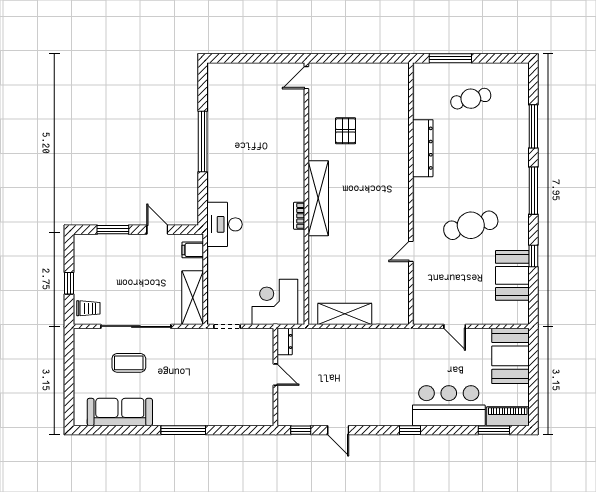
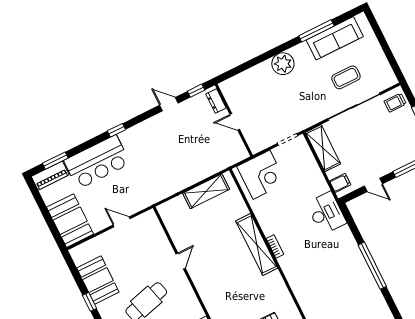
shelving: (318, 198) -> (257, 245), moved
dresser: (285, 341) -> (216, 101), moved
plant: (191, 412) -> (283, 64), added
window: (183, 430) -> (316, 31), moved

